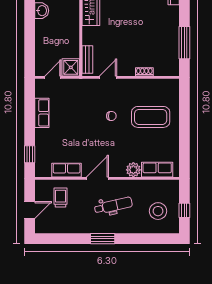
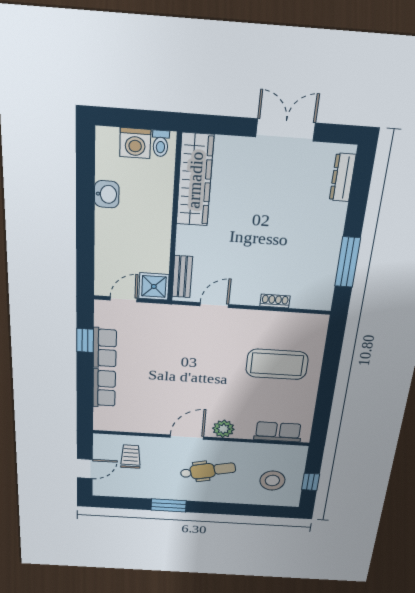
chair: (111, 116) -> (215, 359), removed
window: (30, 154) -> (85, 340), moved
row of seats: (67, 170) -> (104, 388), moved, turned 90
plant: (133, 170) -> (223, 429), moved
window: (103, 239) -> (169, 505), moved

